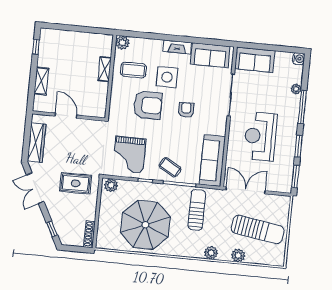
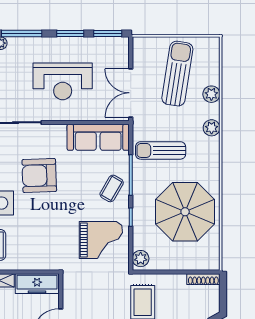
freezer: (99, 100) -> (37, 284), added
armchair: (148, 105) -> (38, 223), removed
armchair: (186, 110) -> (39, 176), width x1.88, depth x1.88

